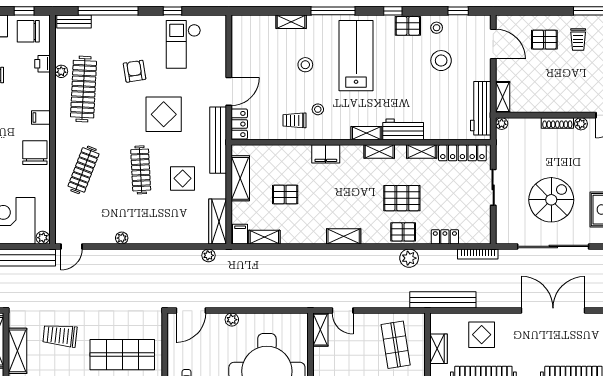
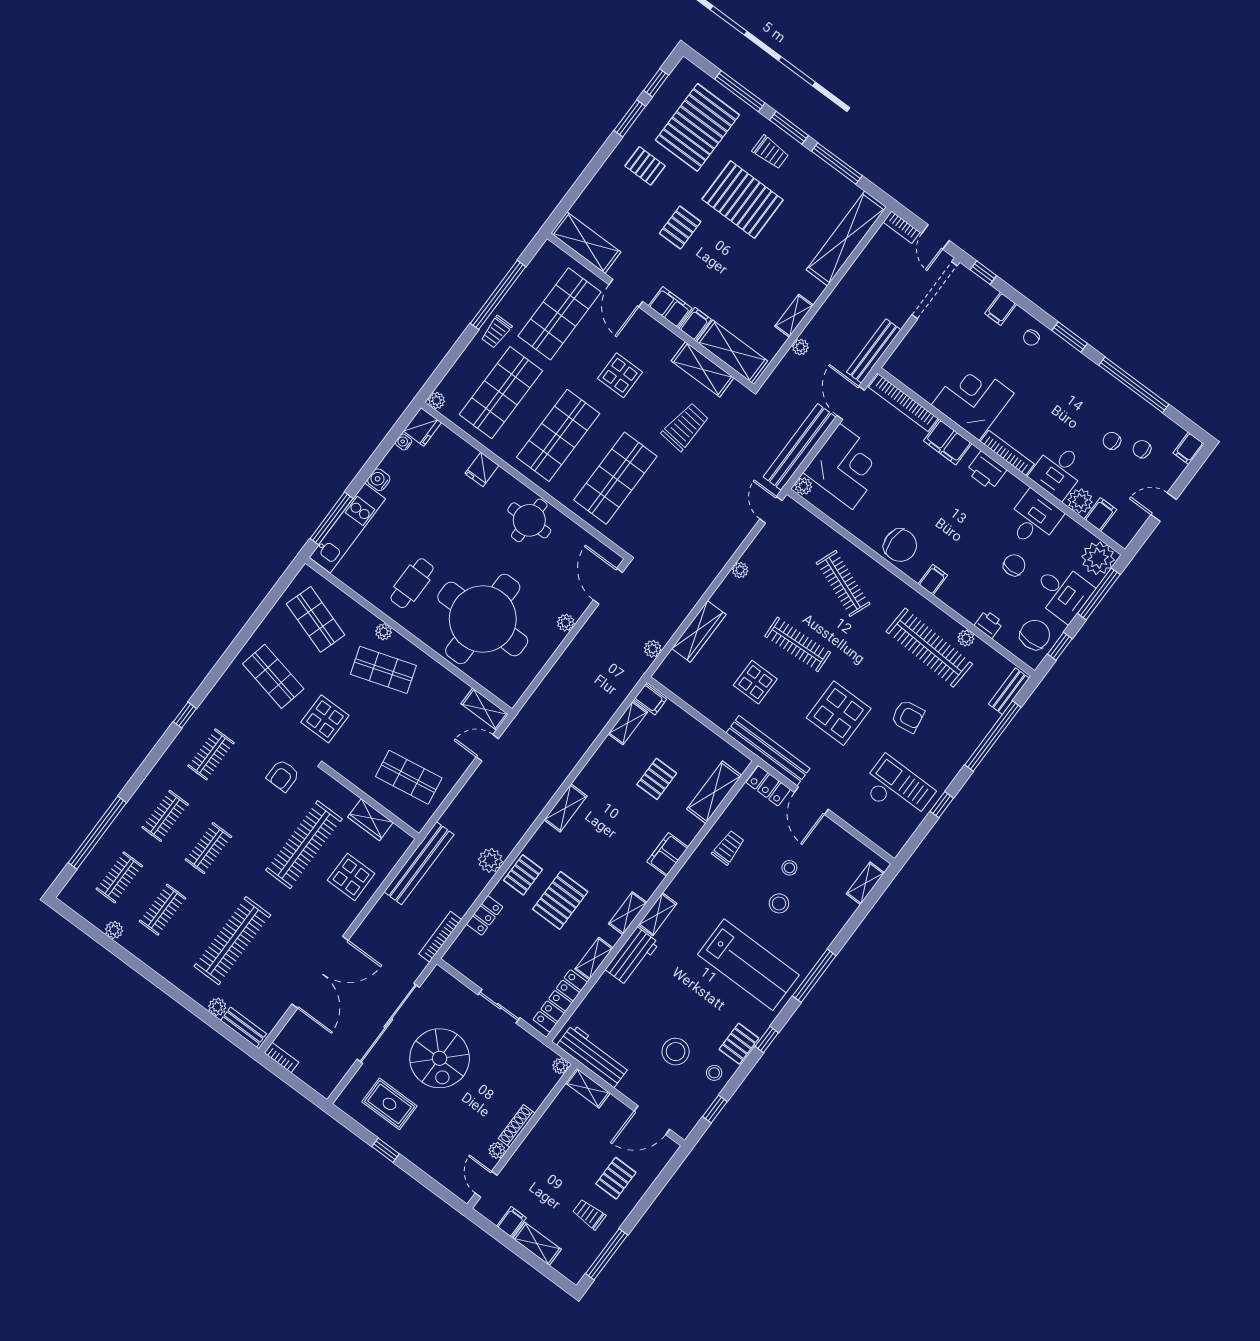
shelving: (291, 22) -> (865, 883), moved
stool: (318, 109) -> (789, 868), moved
shelving: (240, 178) -> (714, 792), moved, turned 90
wardrobe: (218, 222) -> (699, 631), moved, turned 90

